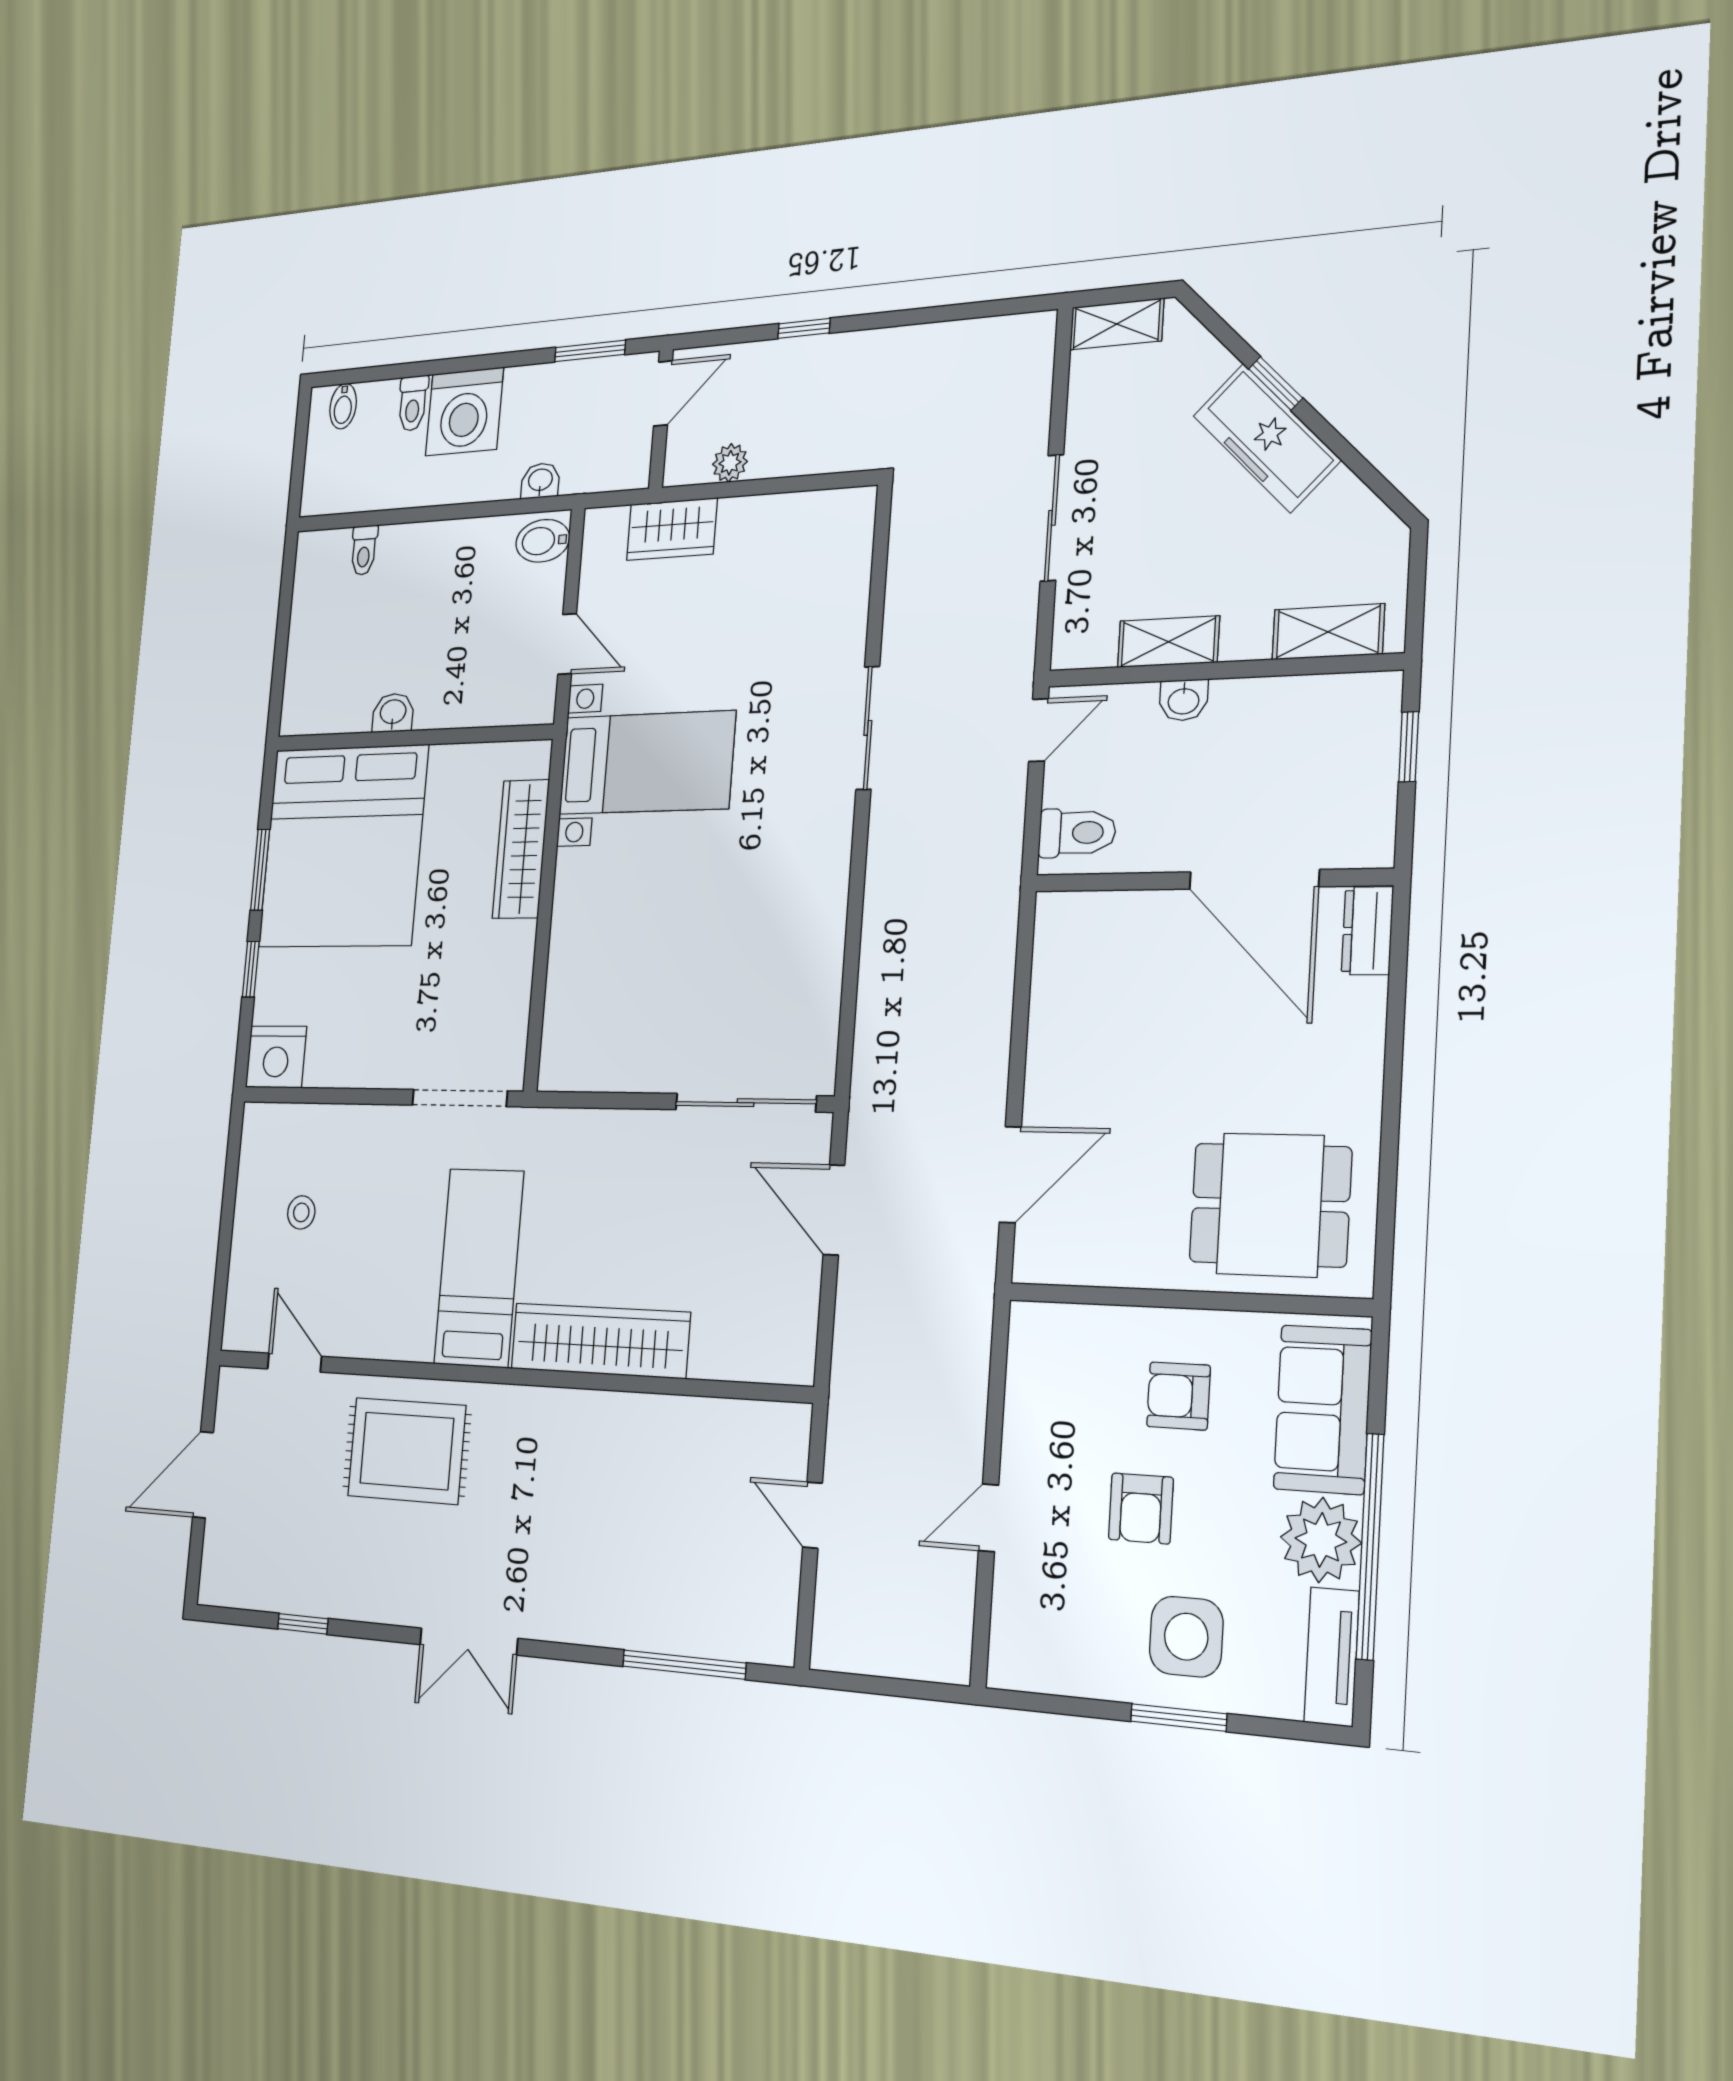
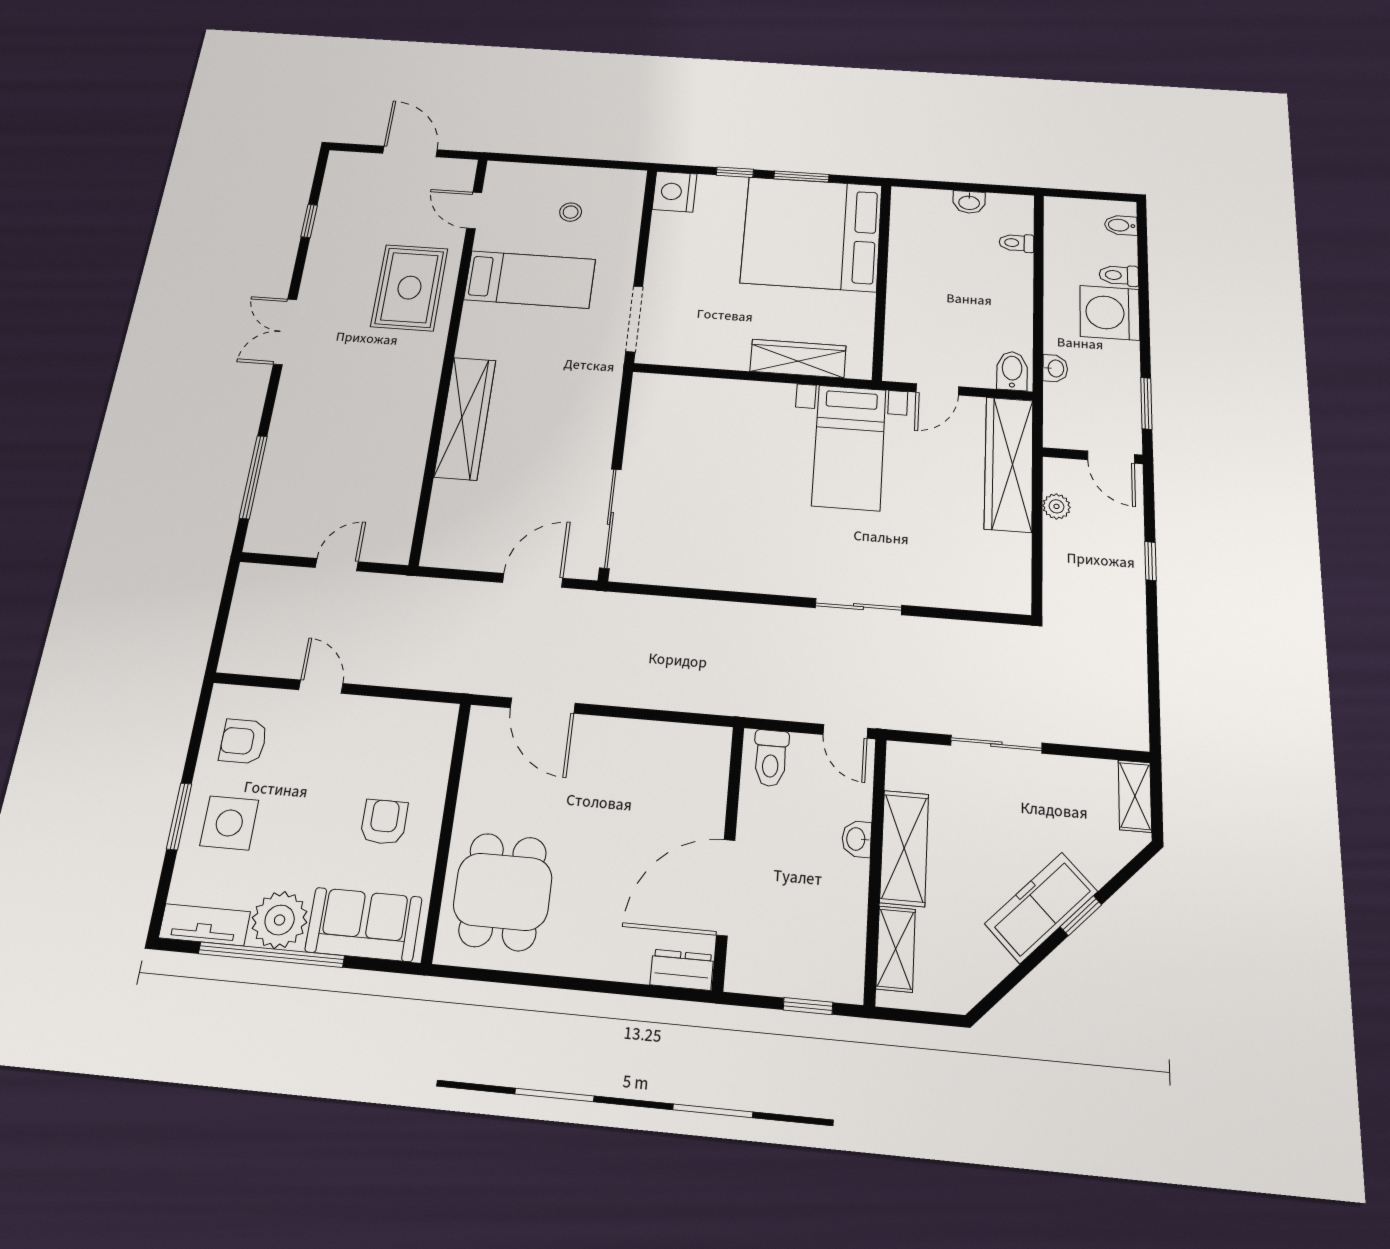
wardrobe: (672, 529) -> (1009, 464), width x2.10, depth x1.17
shelving: (1168, 642) -> (904, 848), width x1.50, depth x1.33
washbasin: (393, 713) -> (969, 202), moved, turned 90
bed: (479, 1268) -> (530, 279), moved
door: (295, 1363) -> (474, 210), swing flipped
armchair: (1141, 1508) -> (243, 741), moved

